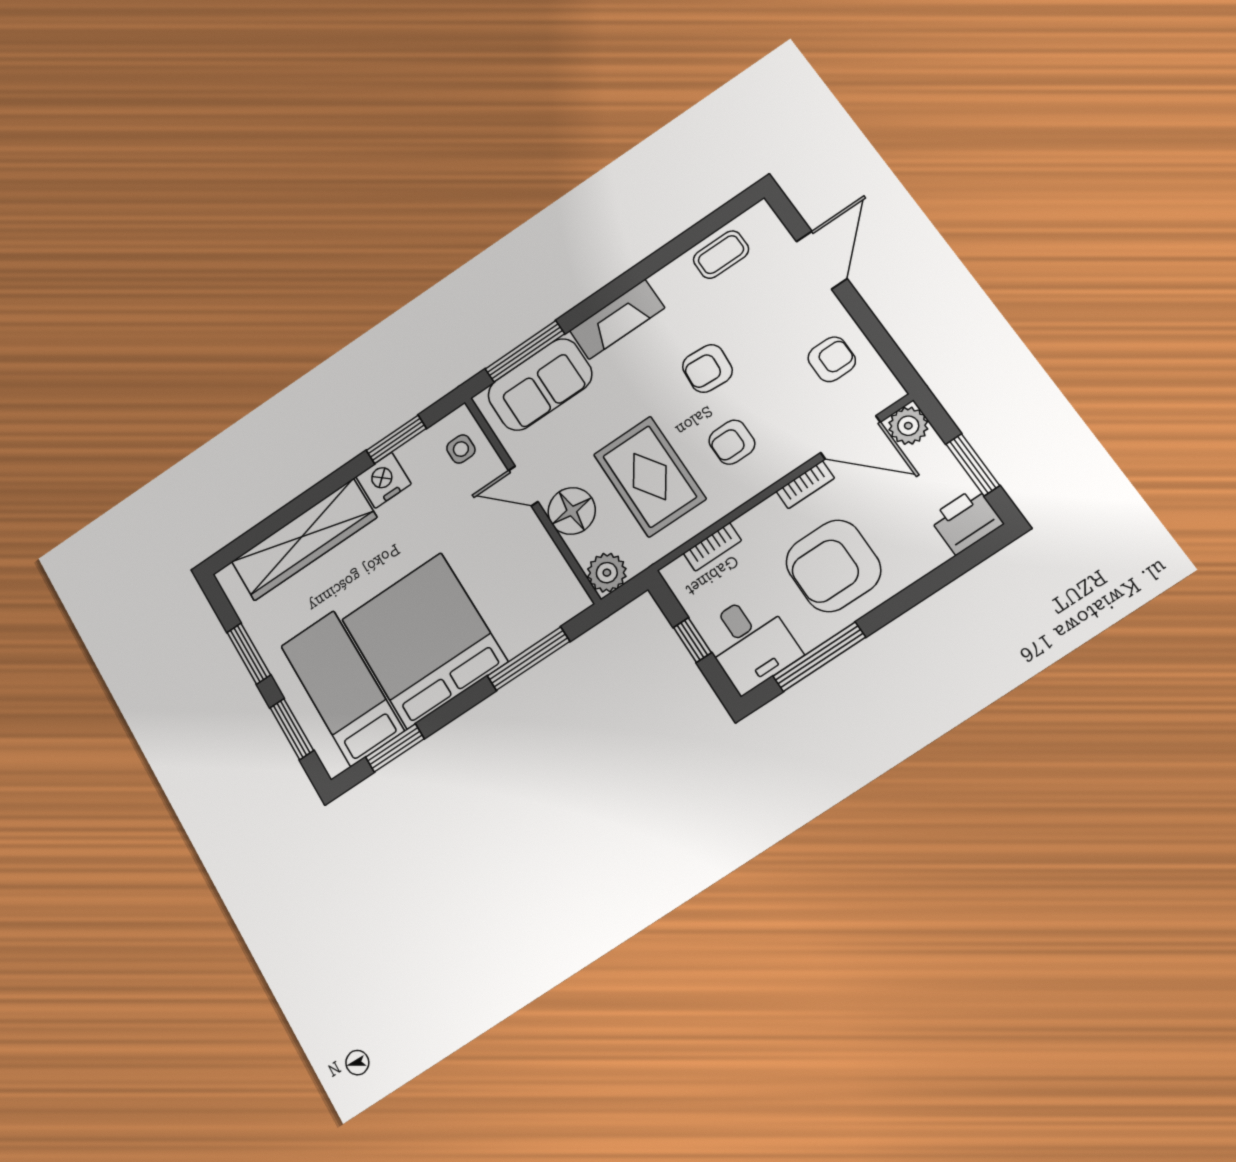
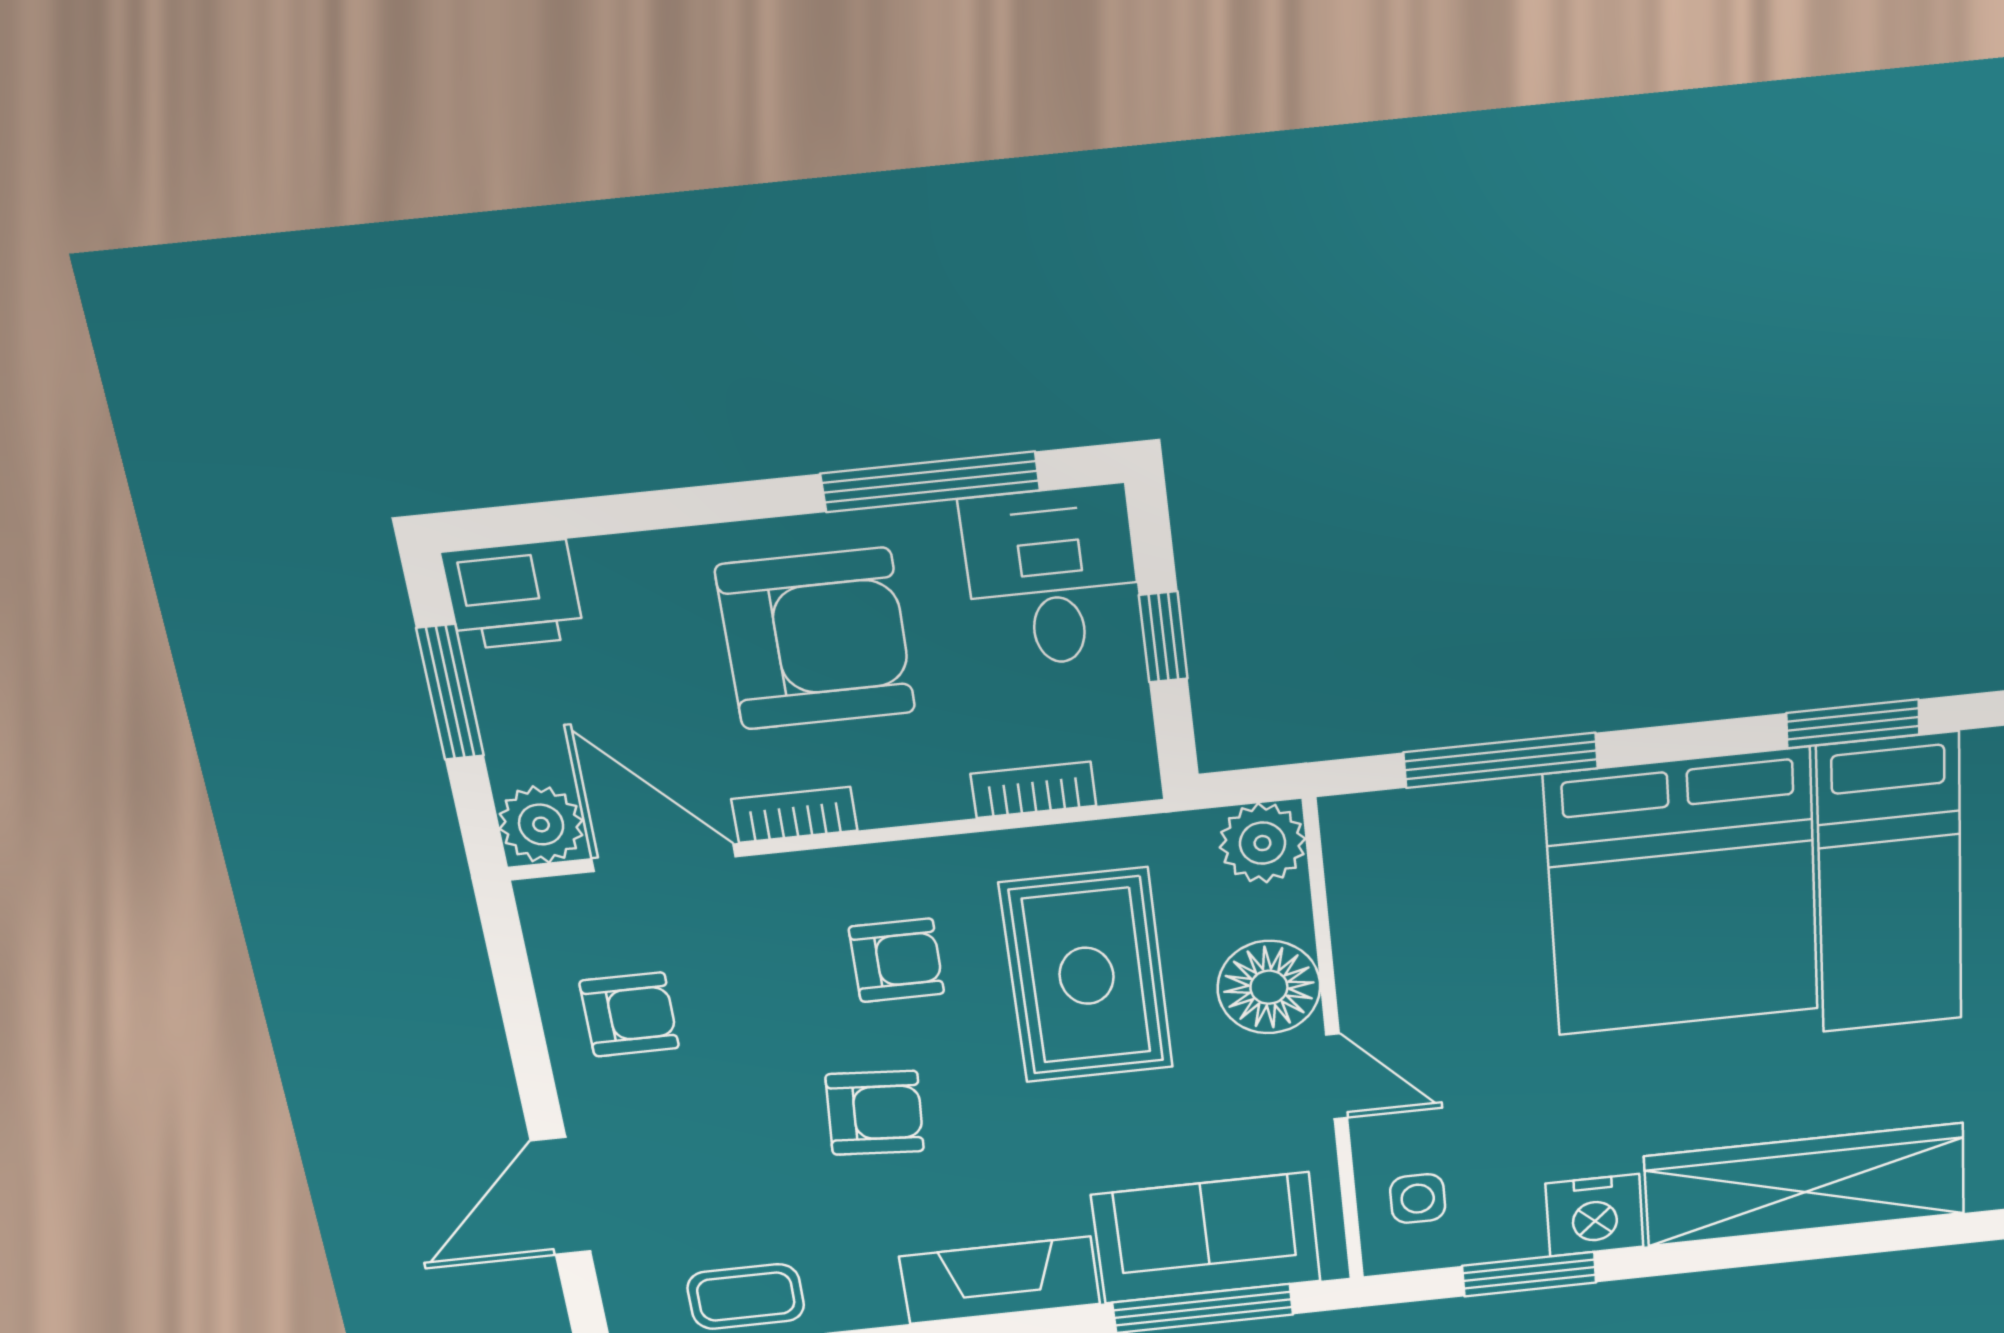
armchair: (832, 359) -> (629, 1015), turned 180

